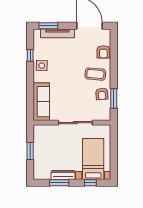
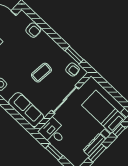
coffee table: (95, 74) -> (41, 73), moved
armchair: (102, 94) -> (73, 69), moved
desk: (44, 136) -> (53, 132), added

